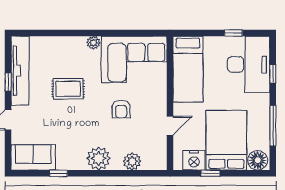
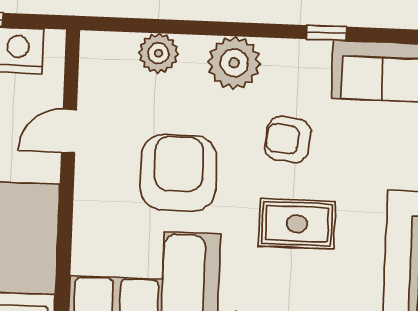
armchair: (121, 109) -> (179, 173), width x1.88, depth x1.88
armchair: (74, 126) -> (288, 140), added

